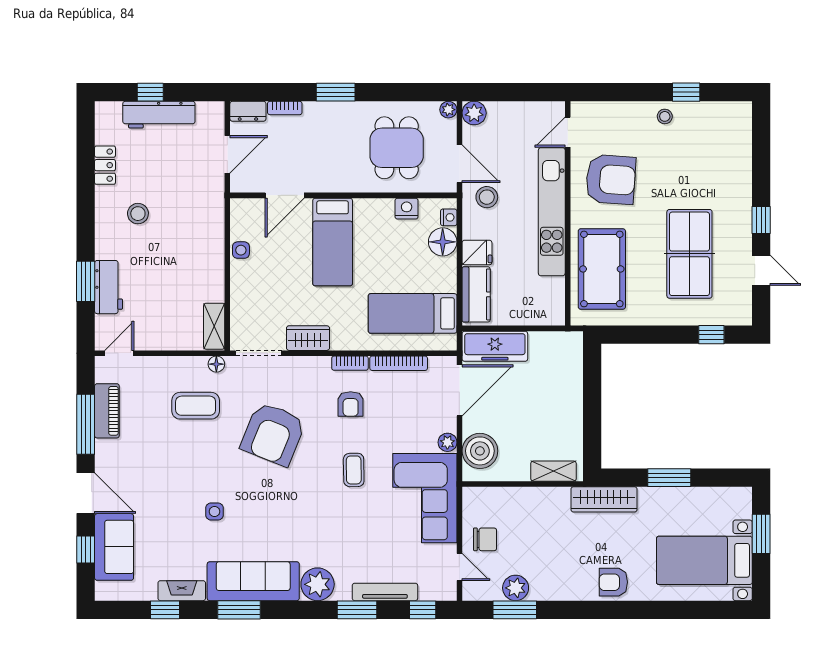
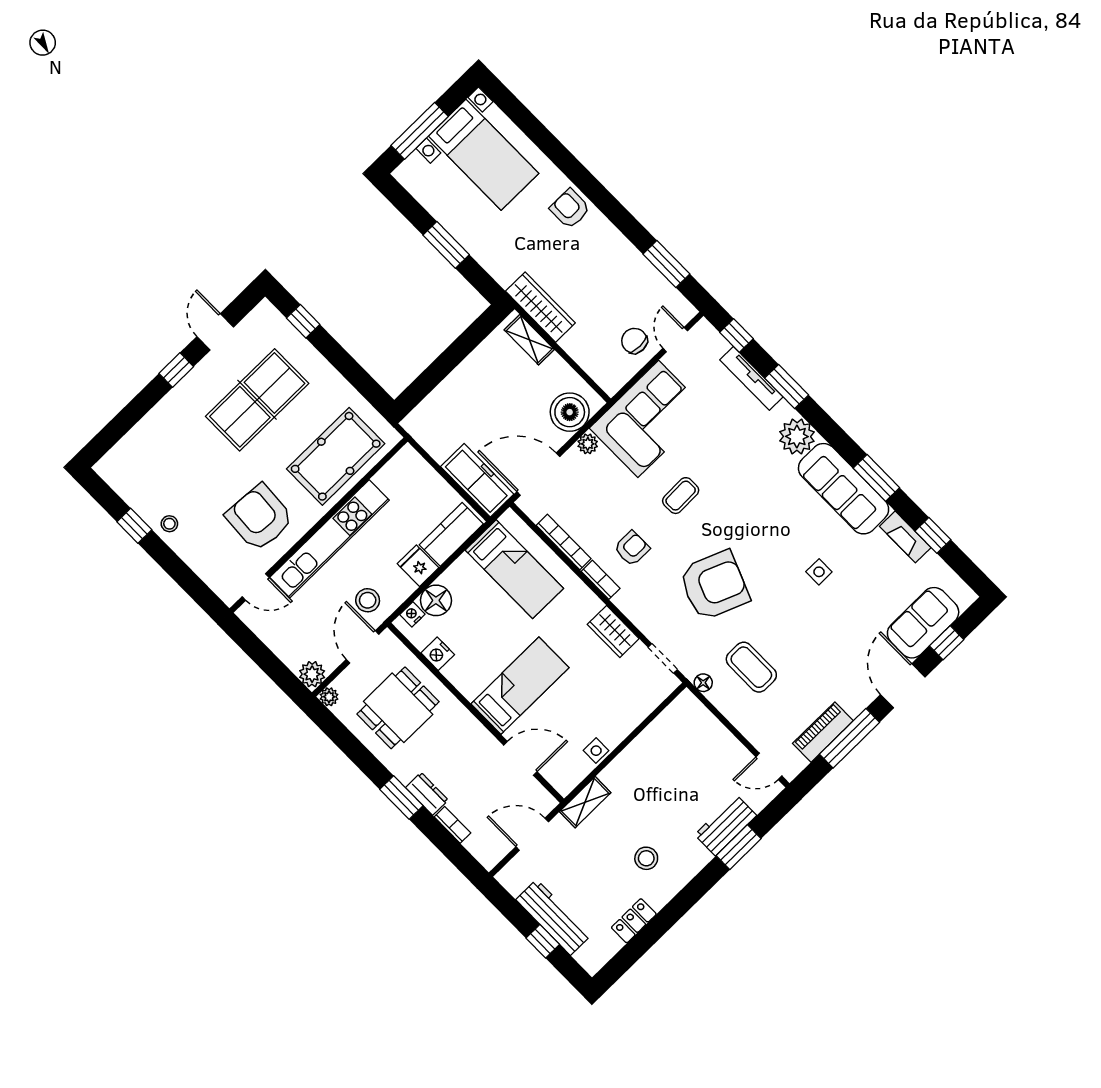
dresser: (248, 111) -> (427, 794), moved
shelving: (214, 326) -> (585, 802), moved
doorway: (258, 353) -> (663, 658), width x0.73
wardrobe: (604, 499) -> (540, 307), moved
window: (761, 534) -> (420, 131), width x1.44
armchair: (613, 582) -> (570, 209), turned 180
plant: (516, 588) -> (649, 280), removed

